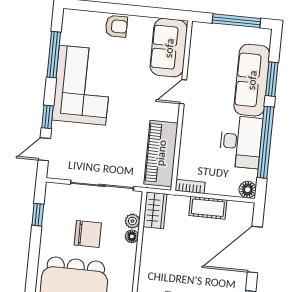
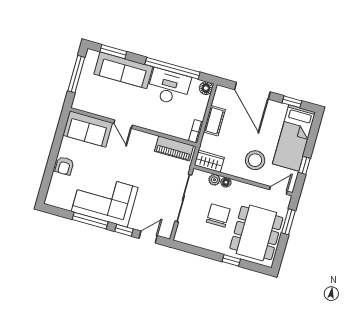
armchair: (116, 26) -> (64, 166), turned 180
window: (54, 55) -> (90, 221), moved
window: (272, 79) -> (113, 52), moved
door: (44, 149) -> (148, 237), swing flipped
piano: (161, 153) -> (174, 148), width x0.73, depth x0.75
window: (38, 215) -> (231, 260), moved
stool: (167, 269) -> (255, 160), added

